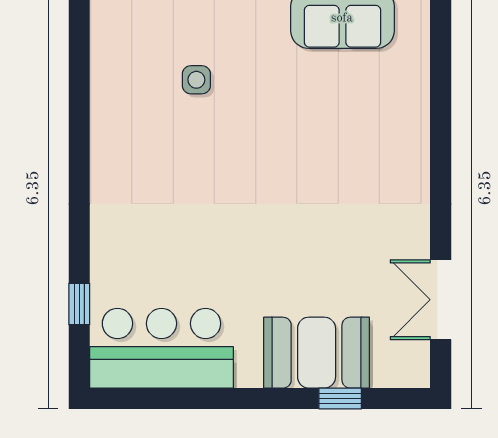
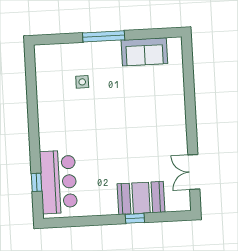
bar counter: (161, 348) -> (58, 182), moved, turned 90
window: (340, 399) -> (135, 218), moved

